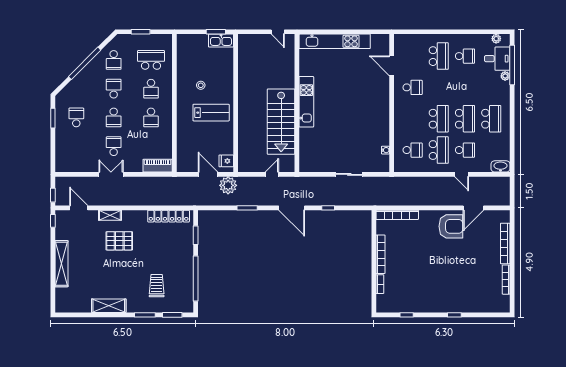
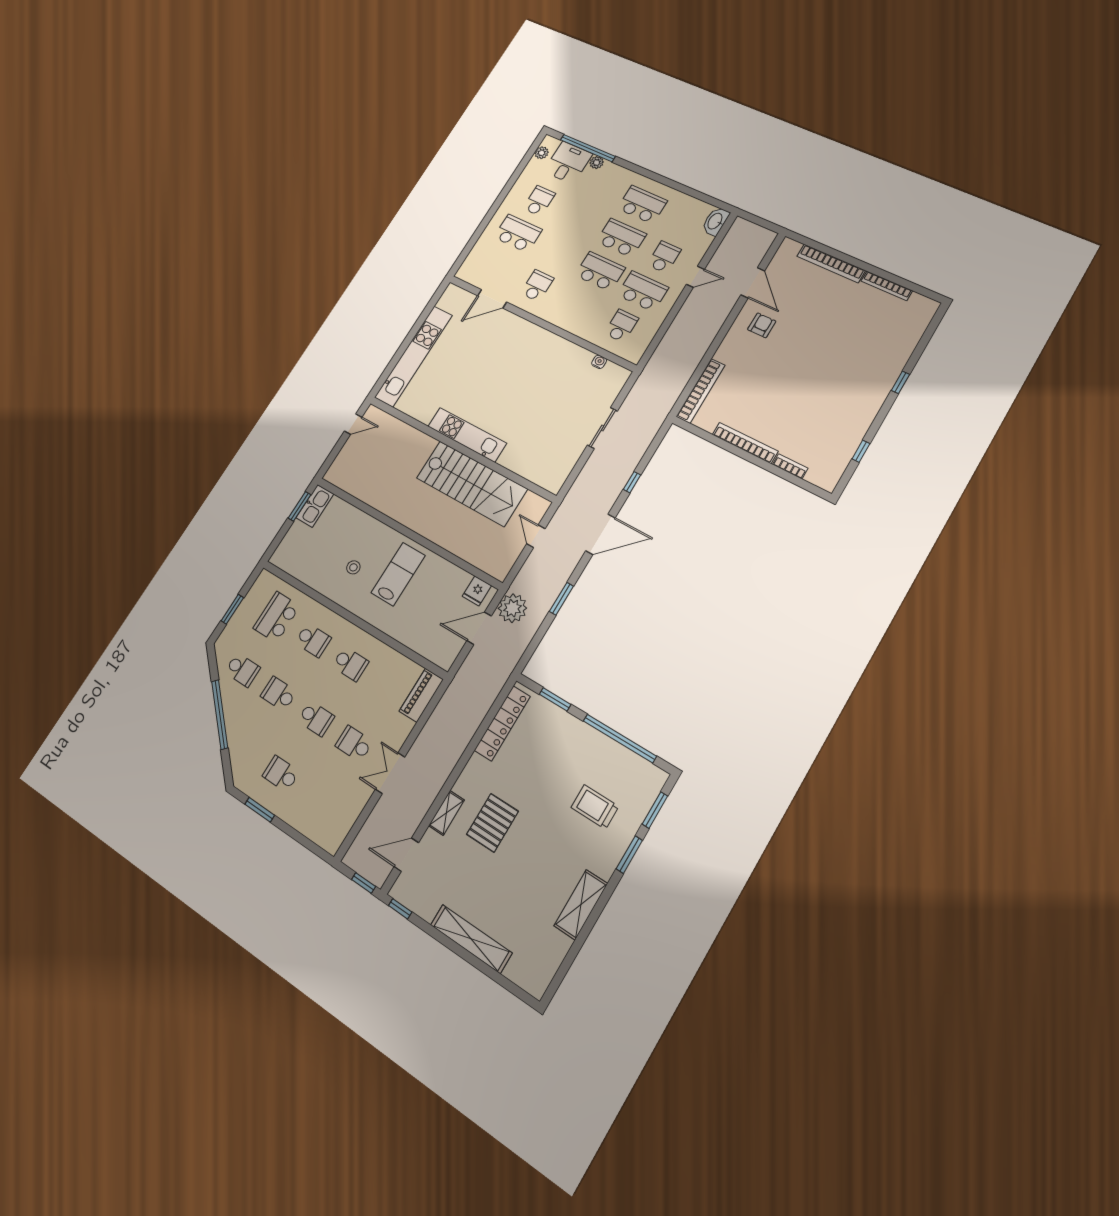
armchair: (451, 226) -> (762, 325), width x0.53, depth x0.53

